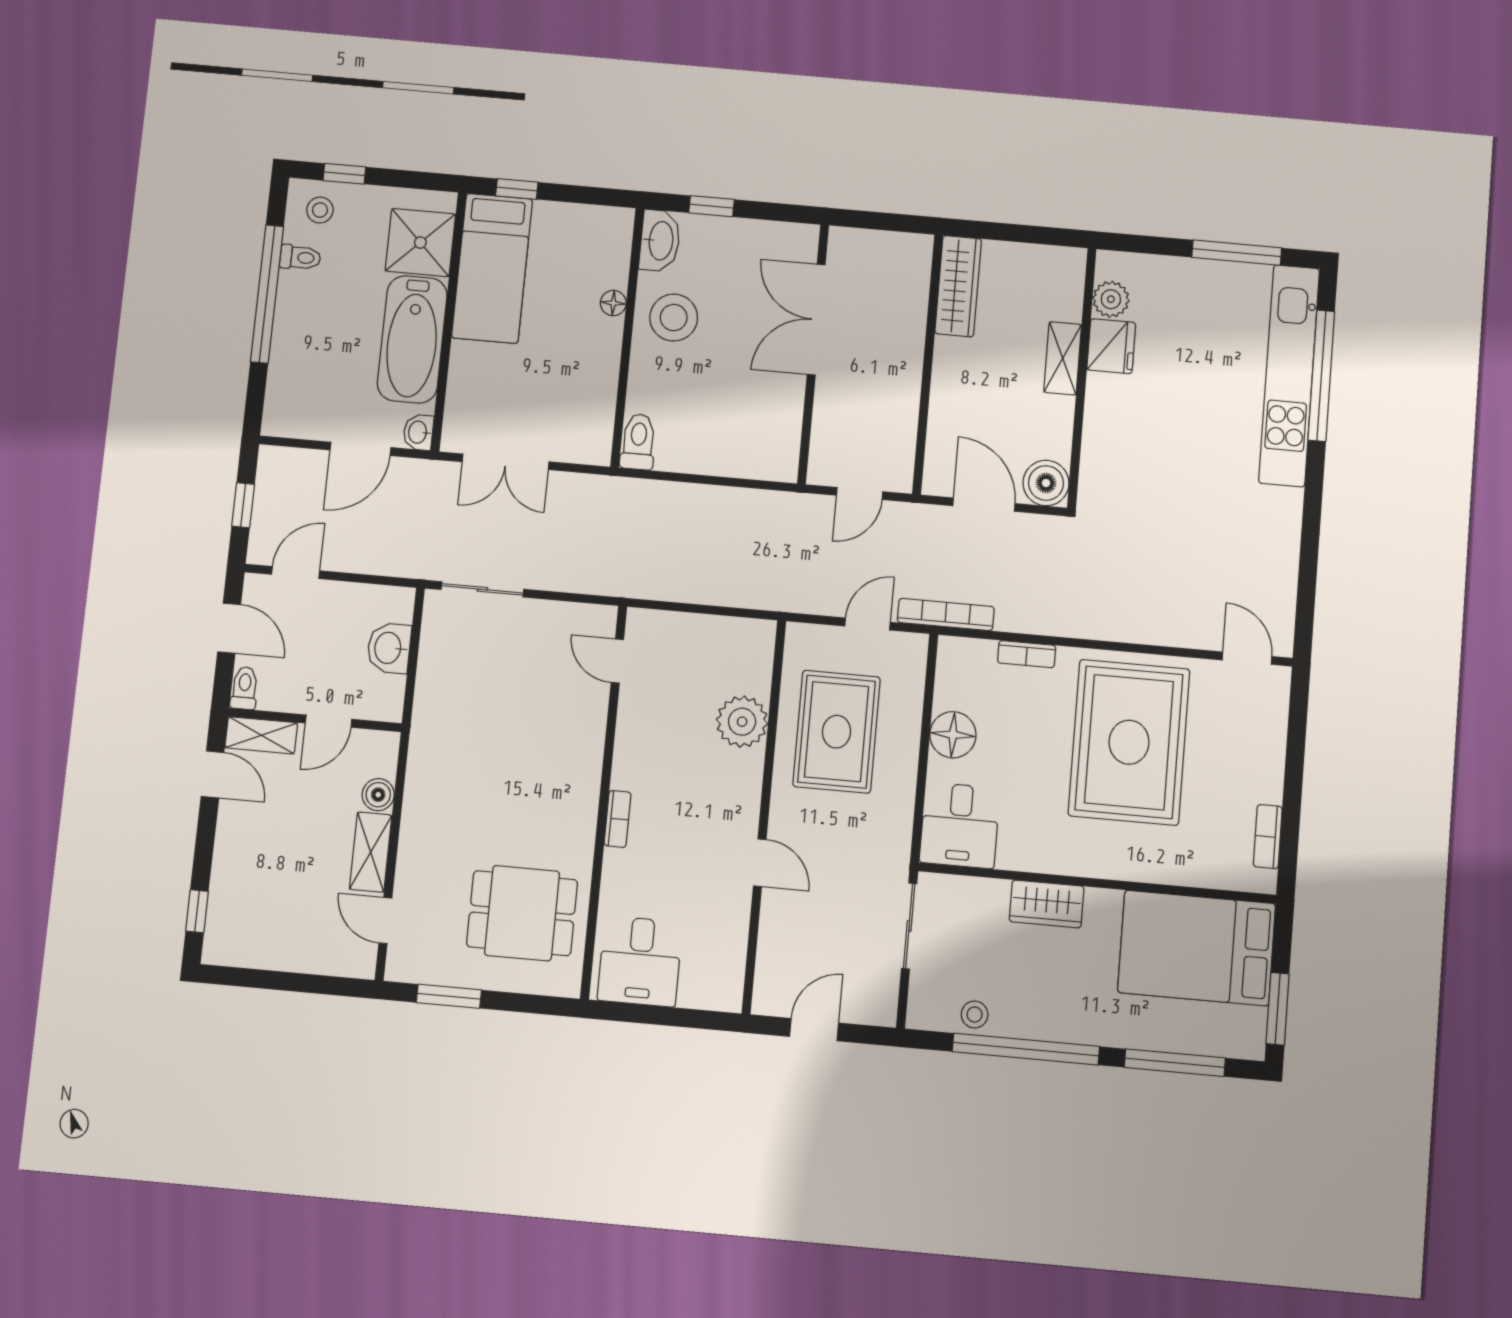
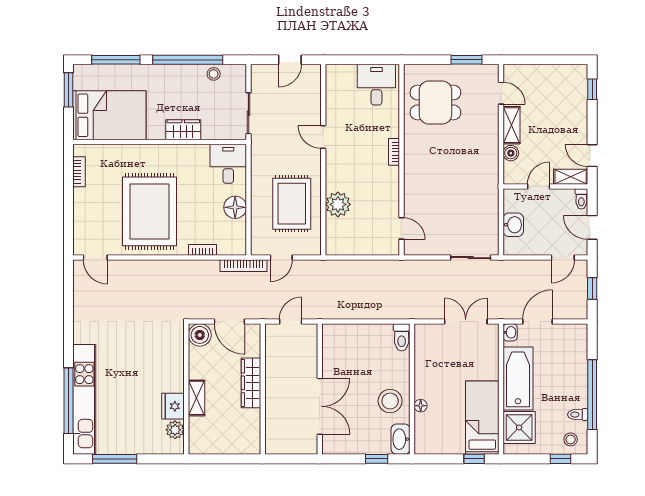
wardrobe: (958, 286) -> (251, 383), moved

